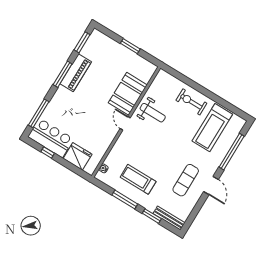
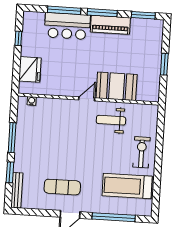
window: (39, 113) -> (64, 10), moved
weight bench: (153, 113) -> (111, 120), turned 90
bar counter: (51, 138) -> (67, 26), moved, turned 90
treadmill: (138, 179) -> (39, 140), removed

